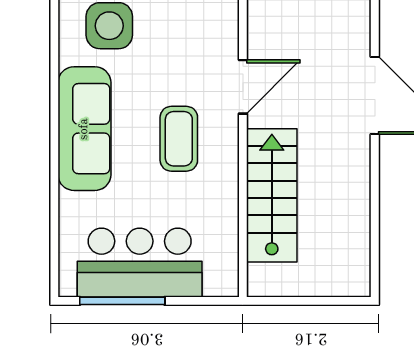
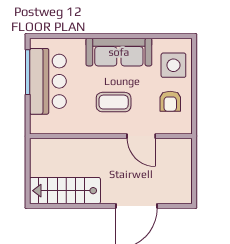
armchair: (177, 32) -> (170, 101), added
stairs: (272, 195) -> (65, 191), moved, turned 180

